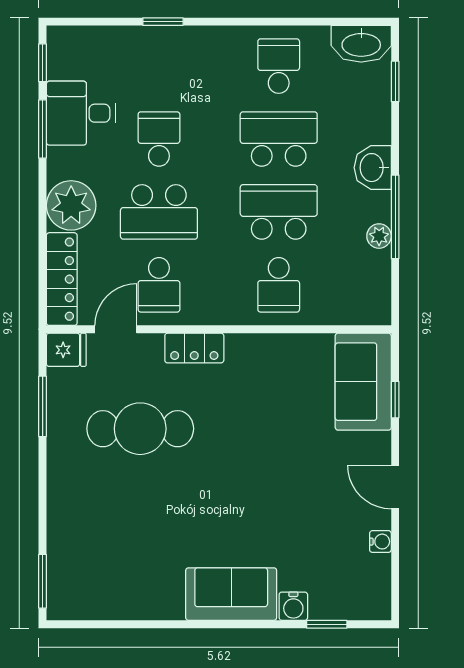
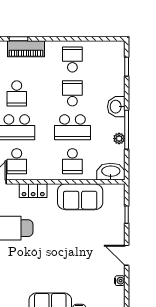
piano: (179, 43) -> (26, 49), added
washbasin: (361, 44) -> (111, 172), moved, turned 180
school desk: (159, 139) -> (17, 93), turned 180
school desk: (279, 139) -> (72, 93), width x0.54
school desk: (279, 212) -> (72, 127), turned 180
sofa: (363, 382) -> (80, 197), moved, turned -90

